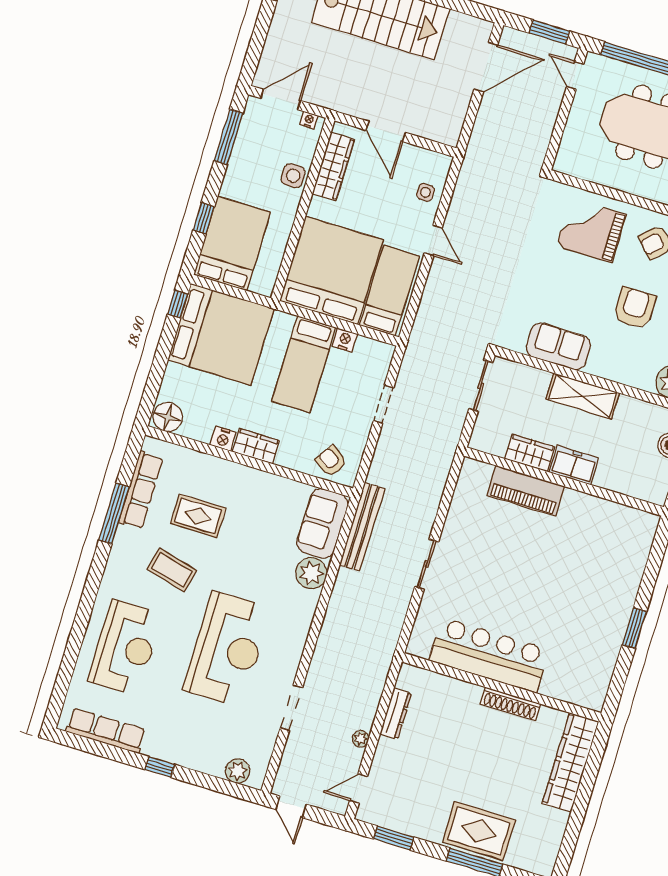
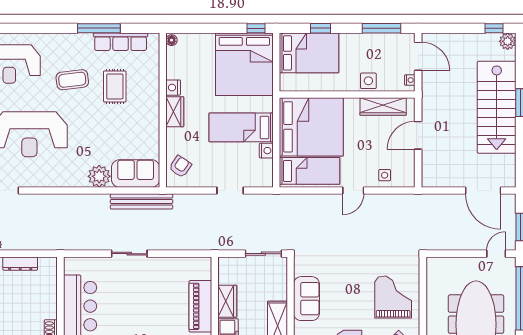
floor lamp: (168, 417) -> (172, 40), width x0.53, depth x0.53
coffee table: (172, 570) -> (72, 80), turned 69

